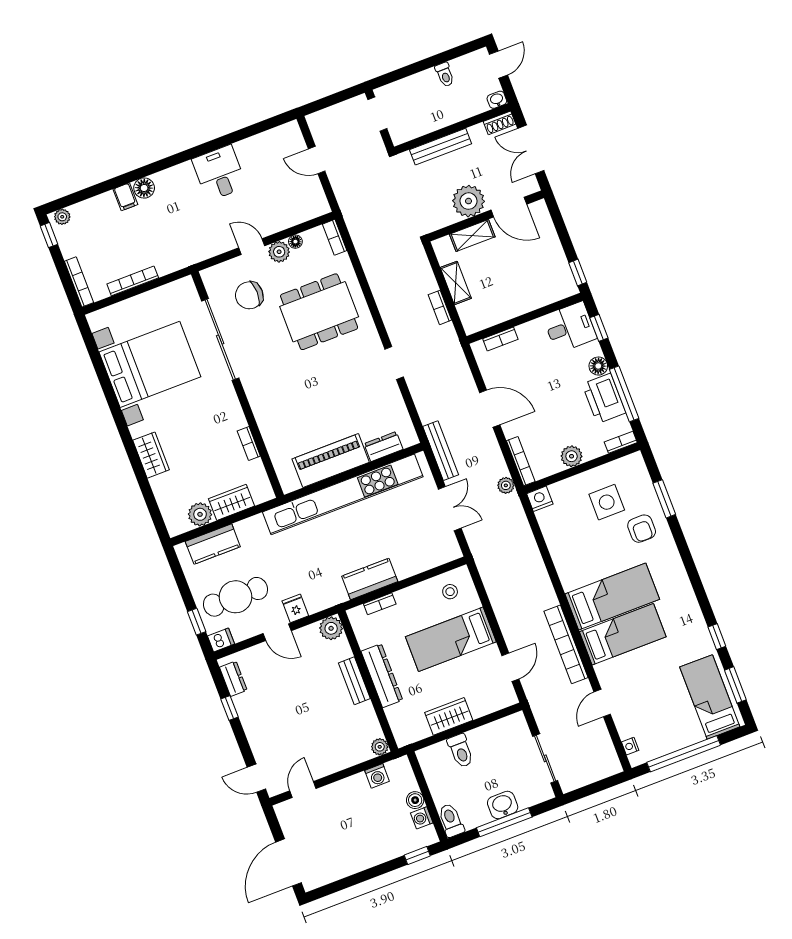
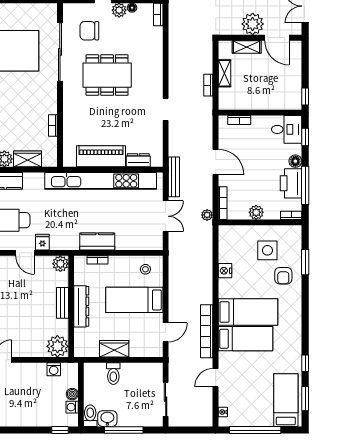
dining table: (319, 312) -> (107, 75), moved
nightstand: (540, 499) -> (225, 271), moved, turned -90
plant: (380, 747) -> (57, 346), width x1.88, depth x1.88
washbasin: (503, 805) -> (107, 419), moved

